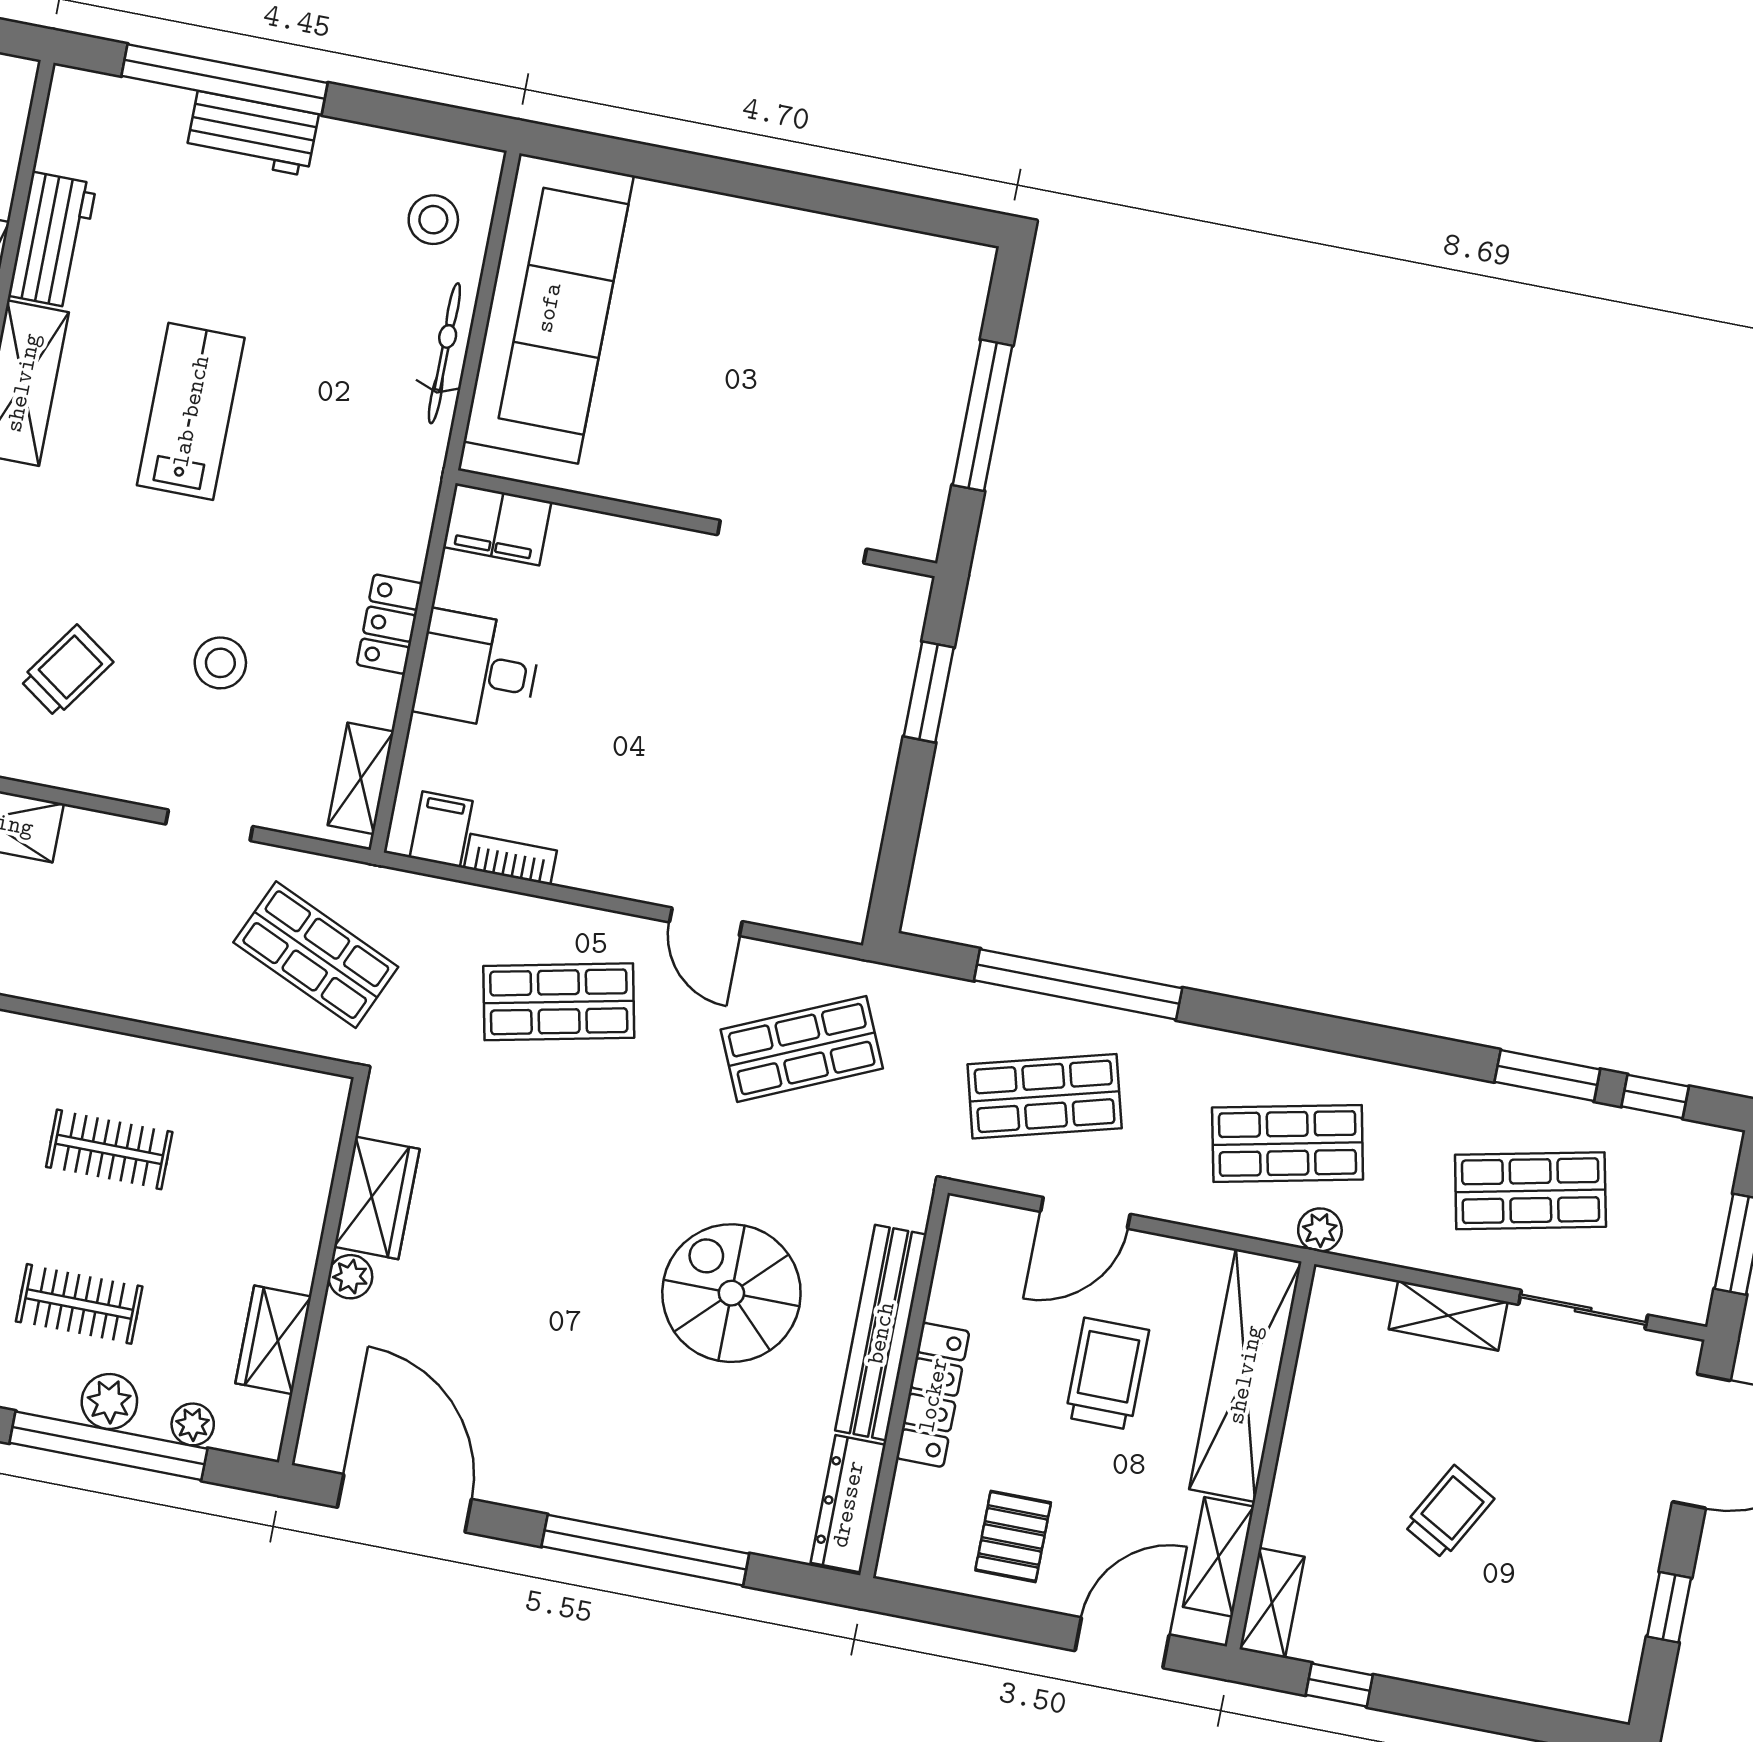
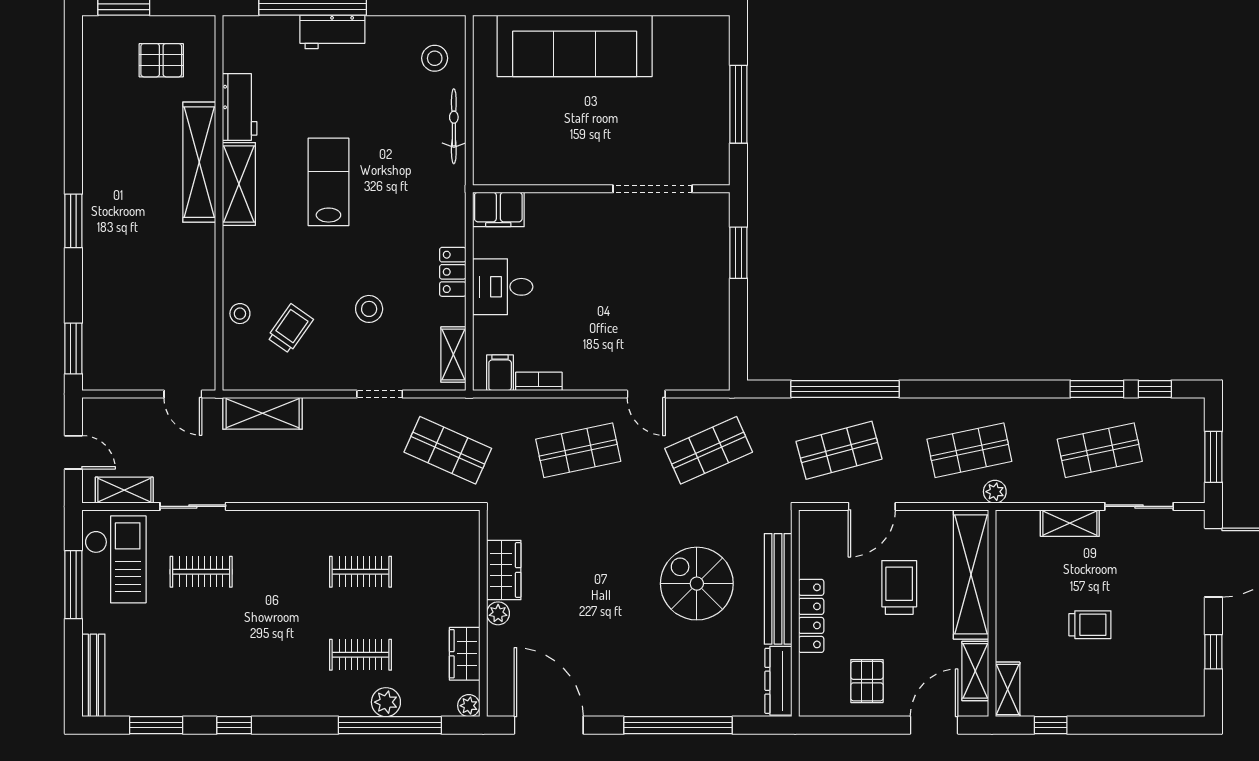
sofa: (549, 308) -> (575, 46), moved, turned 90
plant: (193, 1424) -> (469, 706), moved
trolley: (1449, 1512) -> (1090, 625), turned 61

